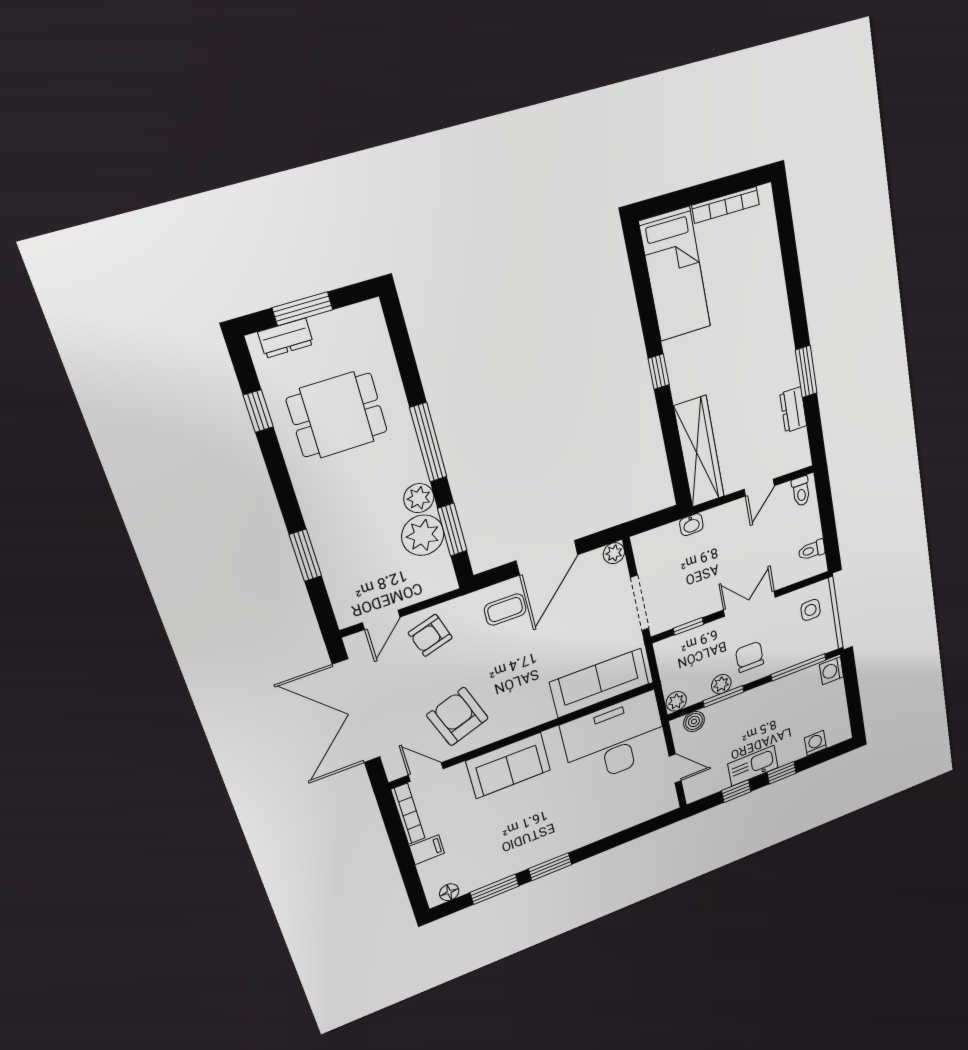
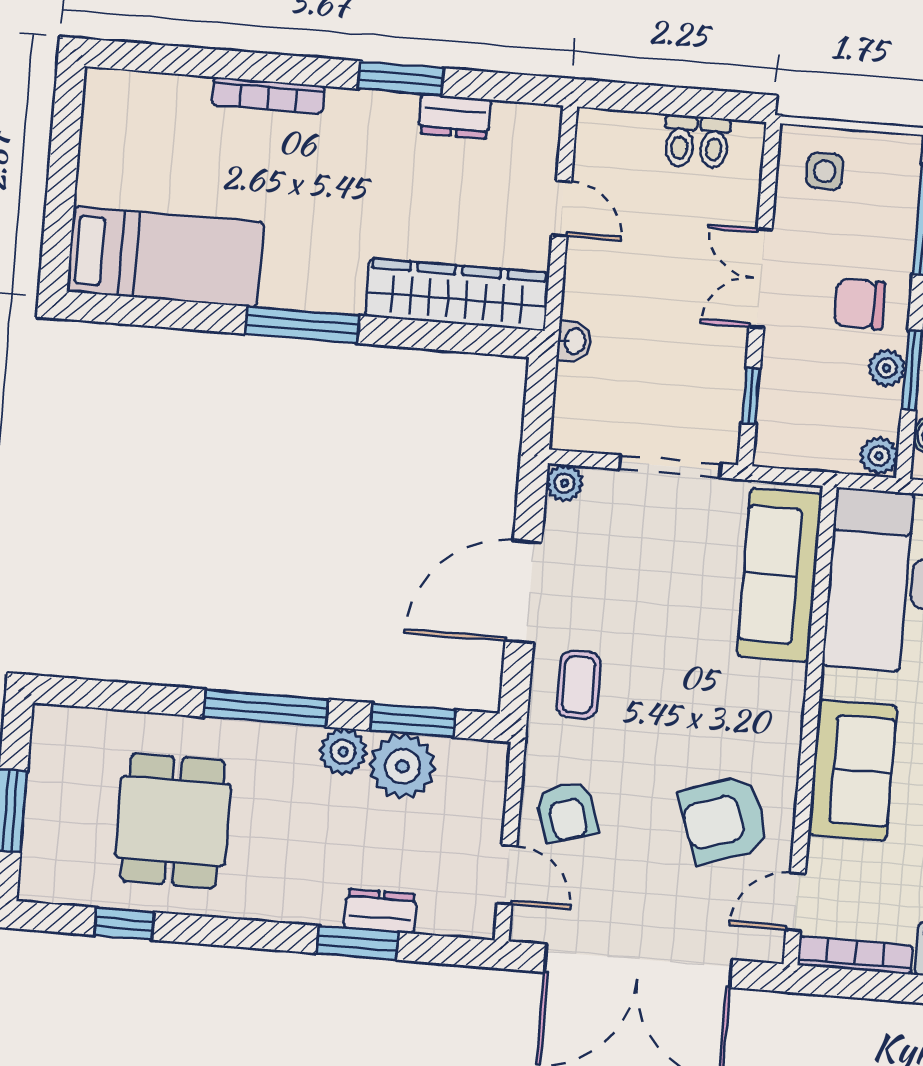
bookcase: (726, 205) -> (268, 95), moved, turned 90
dresser: (286, 338) -> (380, 911), moved, turned -90
window: (659, 372) -> (302, 325), width x2.17
toilet: (801, 491) -> (680, 141), moved, turned 90
door: (547, 558) -> (523, 592), swing flipped

